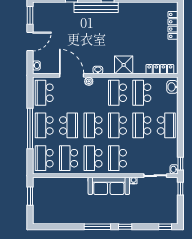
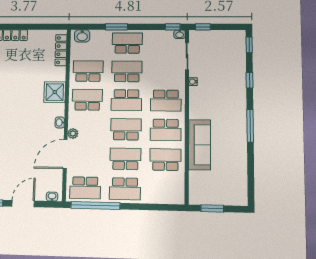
door: (30, 42) -> (23, 204), hinge flipped
school desk: (117, 93) -> (87, 100), turned 180
school desk: (142, 93) -> (88, 71), turned 180
window: (180, 116) -> (116, 27), added
school desk: (93, 125) -> (126, 129), turned 180
school desk: (142, 125) -> (127, 71), turned 180
window: (30, 129) -> (95, 205), moved
school desk: (44, 158) -> (165, 190), removed
school desk: (69, 158) -> (165, 160), turned 180
sofa: (109, 186) -> (200, 145), moved
window: (125, 227) -> (250, 80), moved

